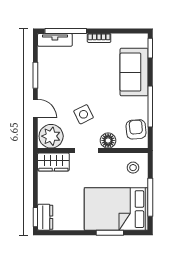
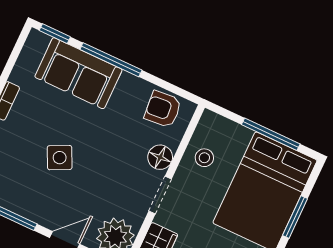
window: (150, 106) -> (111, 60), moved
side table: (84, 114) -> (60, 158), moved
stool: (133, 168) -> (204, 158), moved

